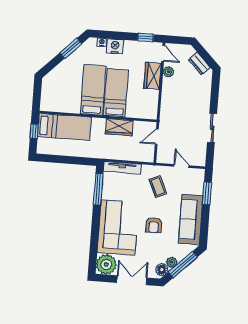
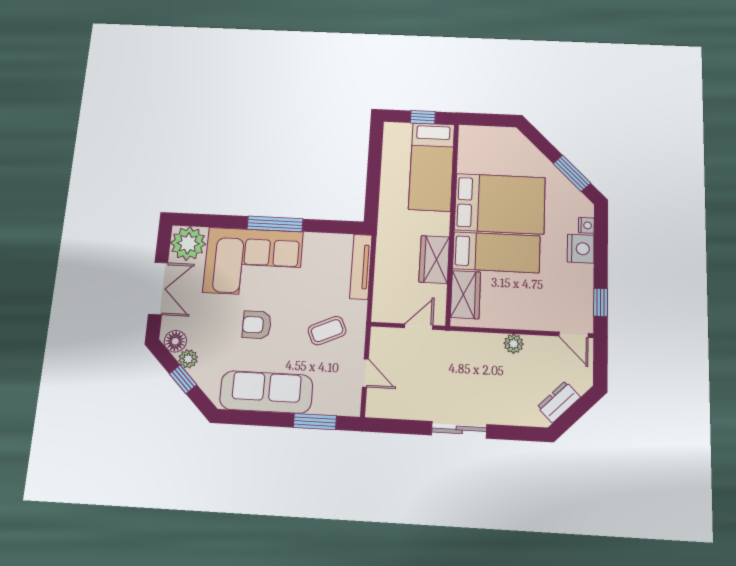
door: (163, 53) -> (574, 335), hinge flipped
plant: (168, 72) -> (514, 344), moved
wardrobe: (152, 76) -> (466, 295), moved, turned 90
bed: (93, 90) -> (500, 204), width x1.50
sliding door: (212, 128) -> (459, 430), moved
door: (157, 137) -> (419, 327), hinge flipped
door: (182, 166) -> (365, 373), hinge flipped
window: (98, 189) -> (275, 224), moved
window: (183, 265) -> (183, 379), width x0.46

